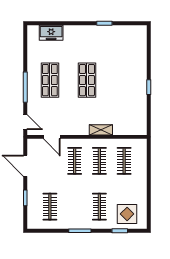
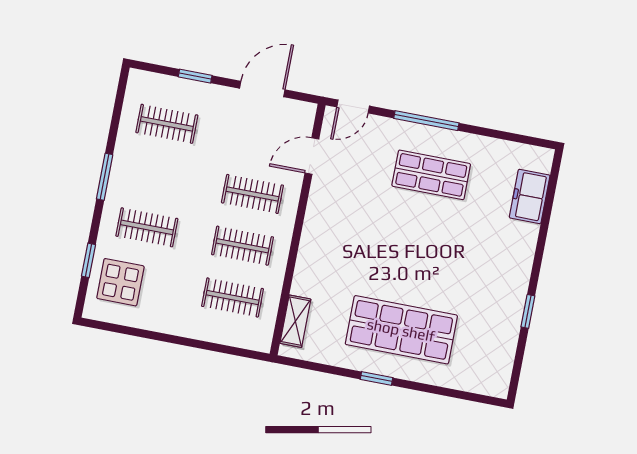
shop shelf: (87, 80) -> (401, 330), moved, width x1.43, depth x1.36
shelving: (101, 130) -> (295, 321), moved

